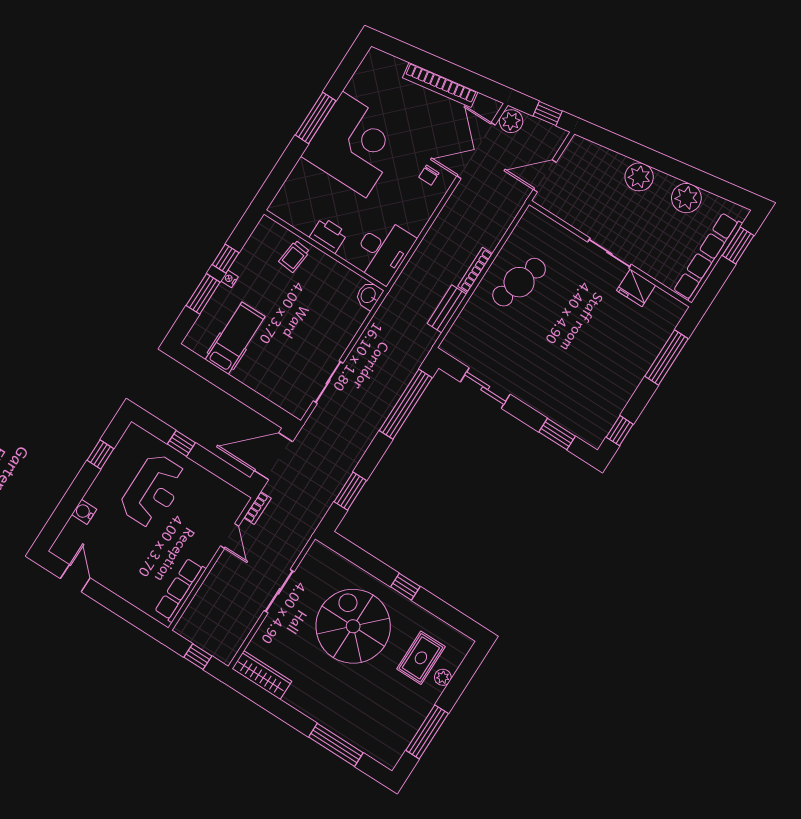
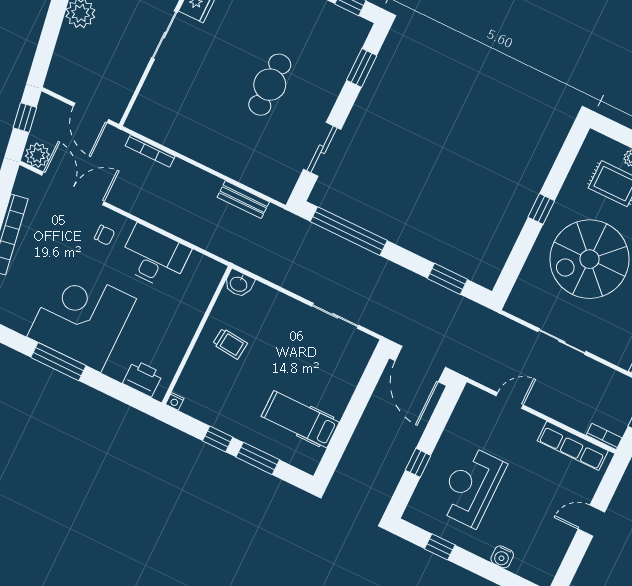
double door: (476, 151) -> (73, 188), swing flipped
printer: (328, 235) -> (143, 378), moved, turned 90
desk: (383, 251) -> (154, 257), moved
trolley: (294, 256) -> (230, 344), moved
bookcase: (475, 270) -> (150, 151), moved
nightstand: (230, 279) -> (175, 401), moved
cafe table: (519, 282) -> (270, 85), moved, turned 73
reception desk: (153, 491) -> (471, 487), turned -90
bookcase: (257, 508) -> (604, 437), moved
door: (75, 578) -> (591, 521), moved

